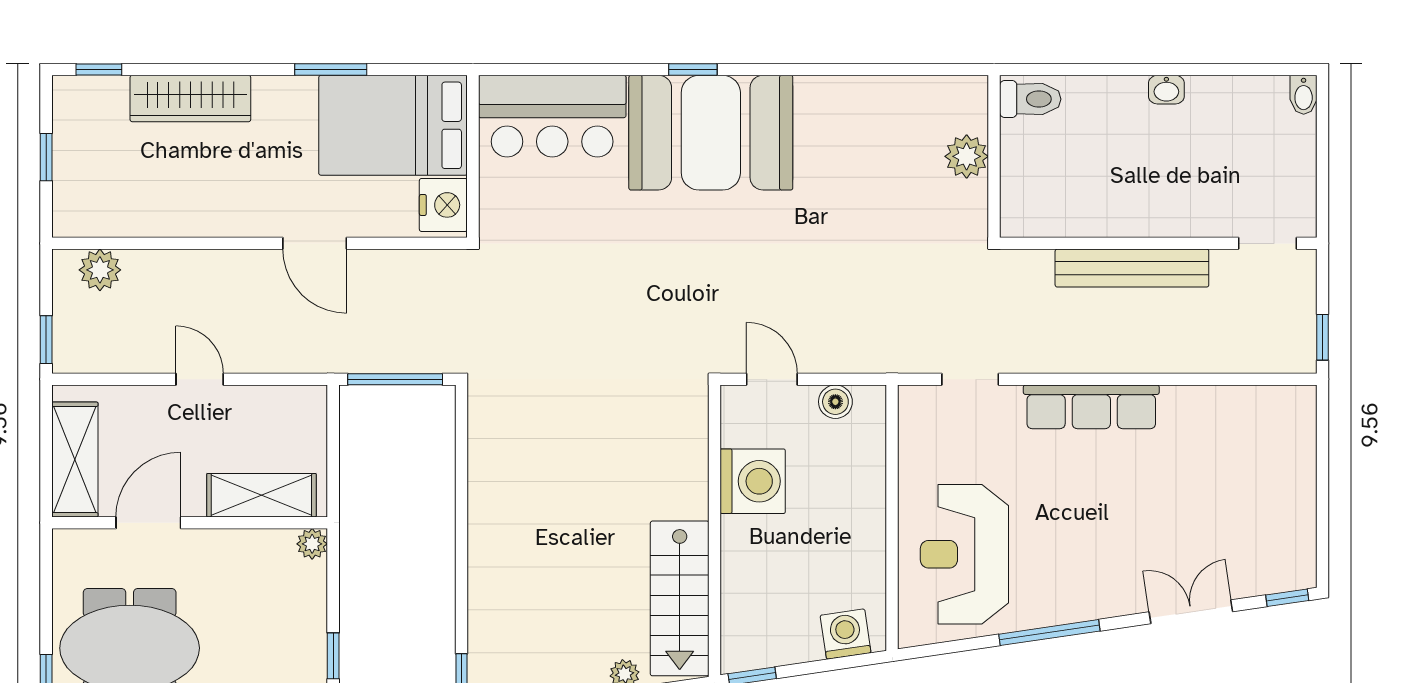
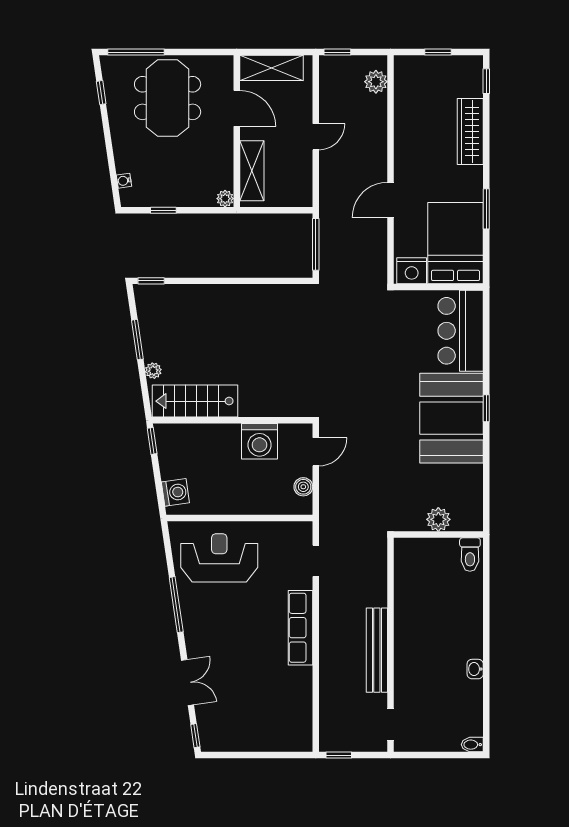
toilet: (1030, 99) -> (470, 555), moved
plant: (967, 156) -> (438, 519), moved
wall: (994, 156) -> (438, 535), moved

